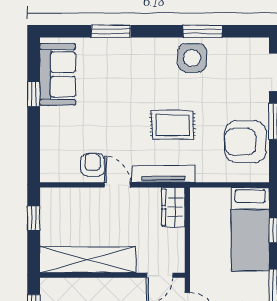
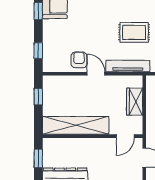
window: (34, 151) -> (38, 51), added
wardrobe: (173, 207) -> (135, 102), moved

